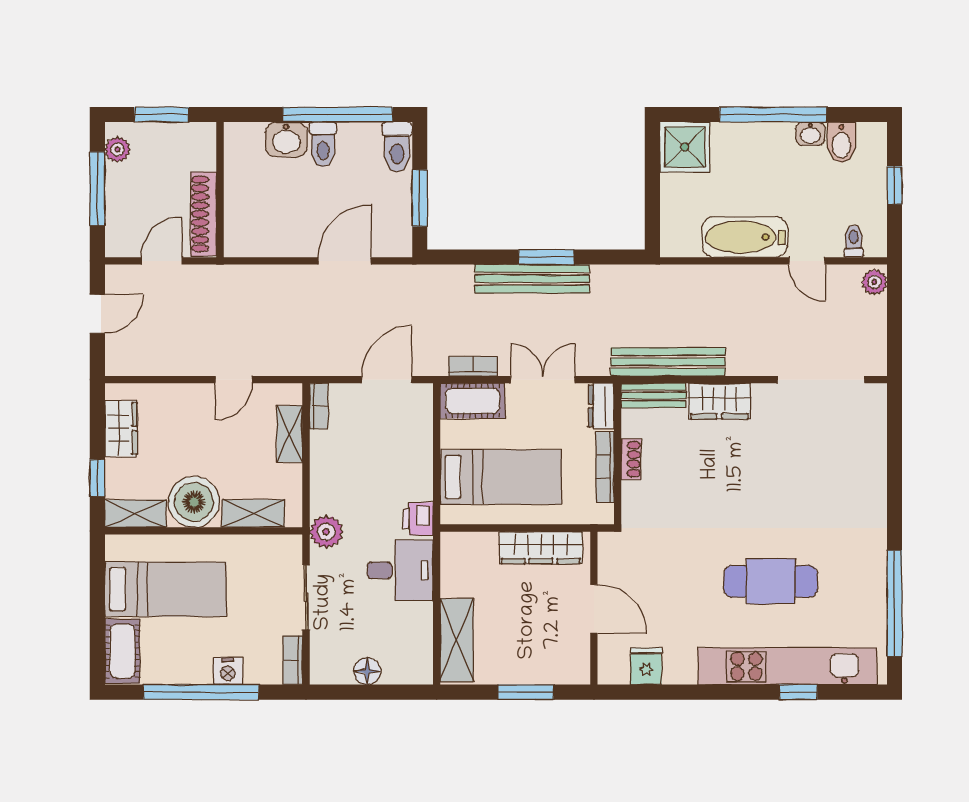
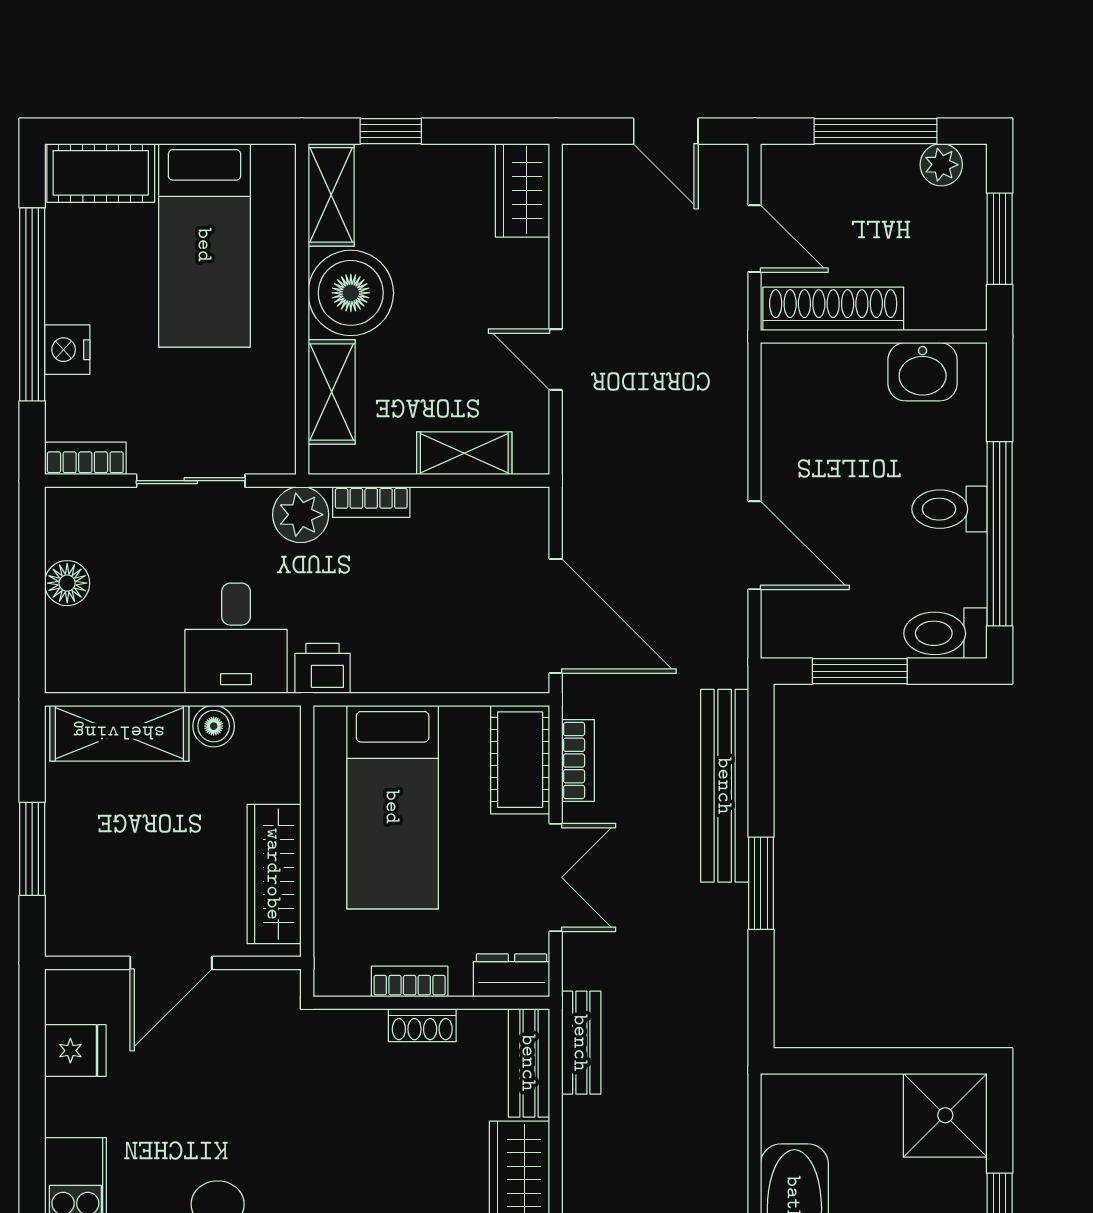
washbasin: (286, 139) -> (923, 372), moved, turned -90
bench: (532, 279) -> (725, 786), moved
bench: (668, 362) -> (581, 1043), width x0.54, depth x0.82
door: (387, 380) -> (556, 616), width x1.36
bookcase: (319, 406) -> (371, 502), moved
wardrobe: (121, 429) -> (523, 190), moved, turned 90
bookcase: (605, 467) -> (410, 981), width x0.64
boiler: (453, 584) -> (214, 726), added

